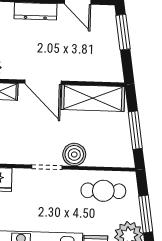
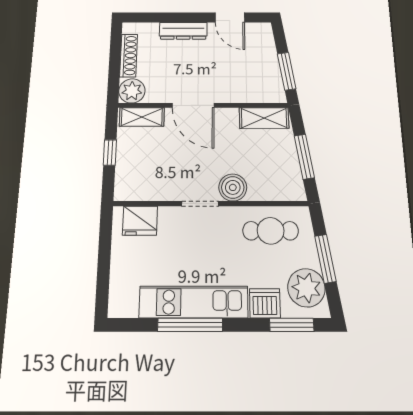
window: (123, 32) -> (287, 71), moved
shelving: (93, 98) -> (264, 118), width x0.67, depth x0.75

